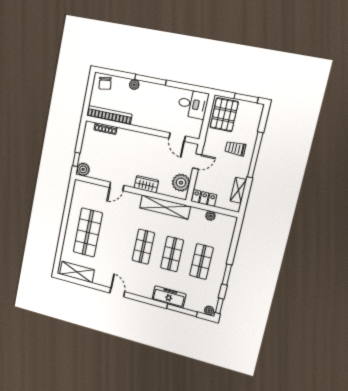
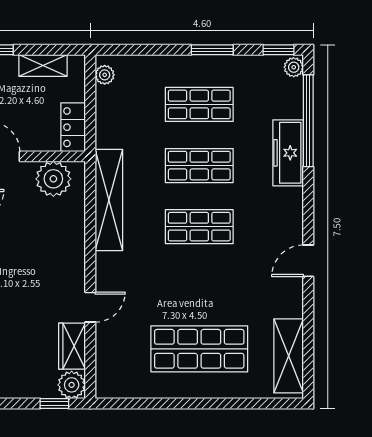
wardrobe: (146, 184) -> (72, 346), moved
door: (117, 186) -> (90, 307), hinge flipped
plant: (210, 216) -> (105, 75), moved
window: (182, 310) -> (308, 121), width x1.46

